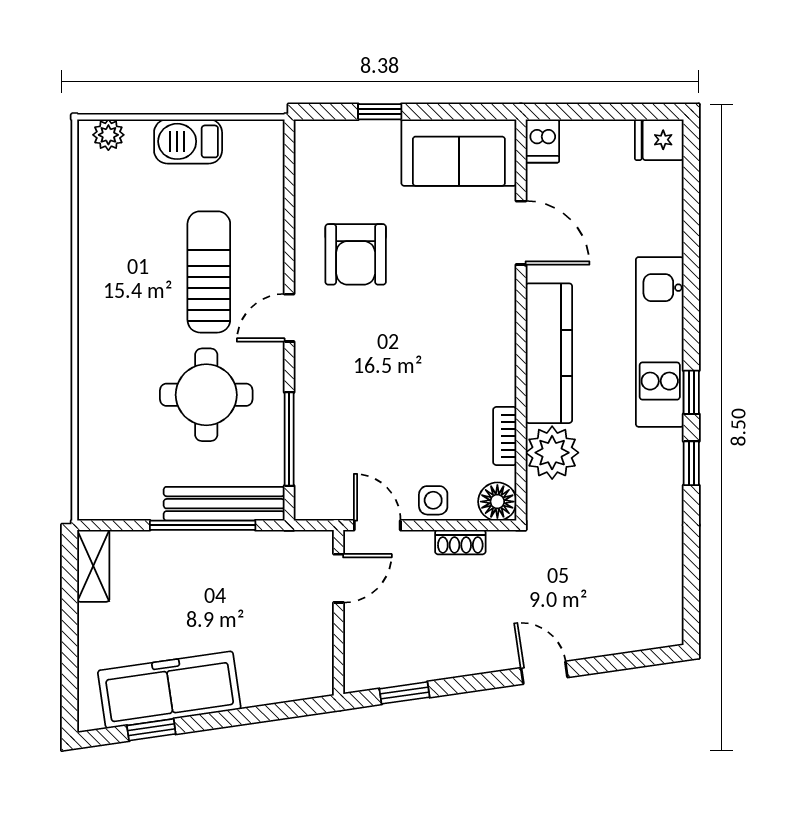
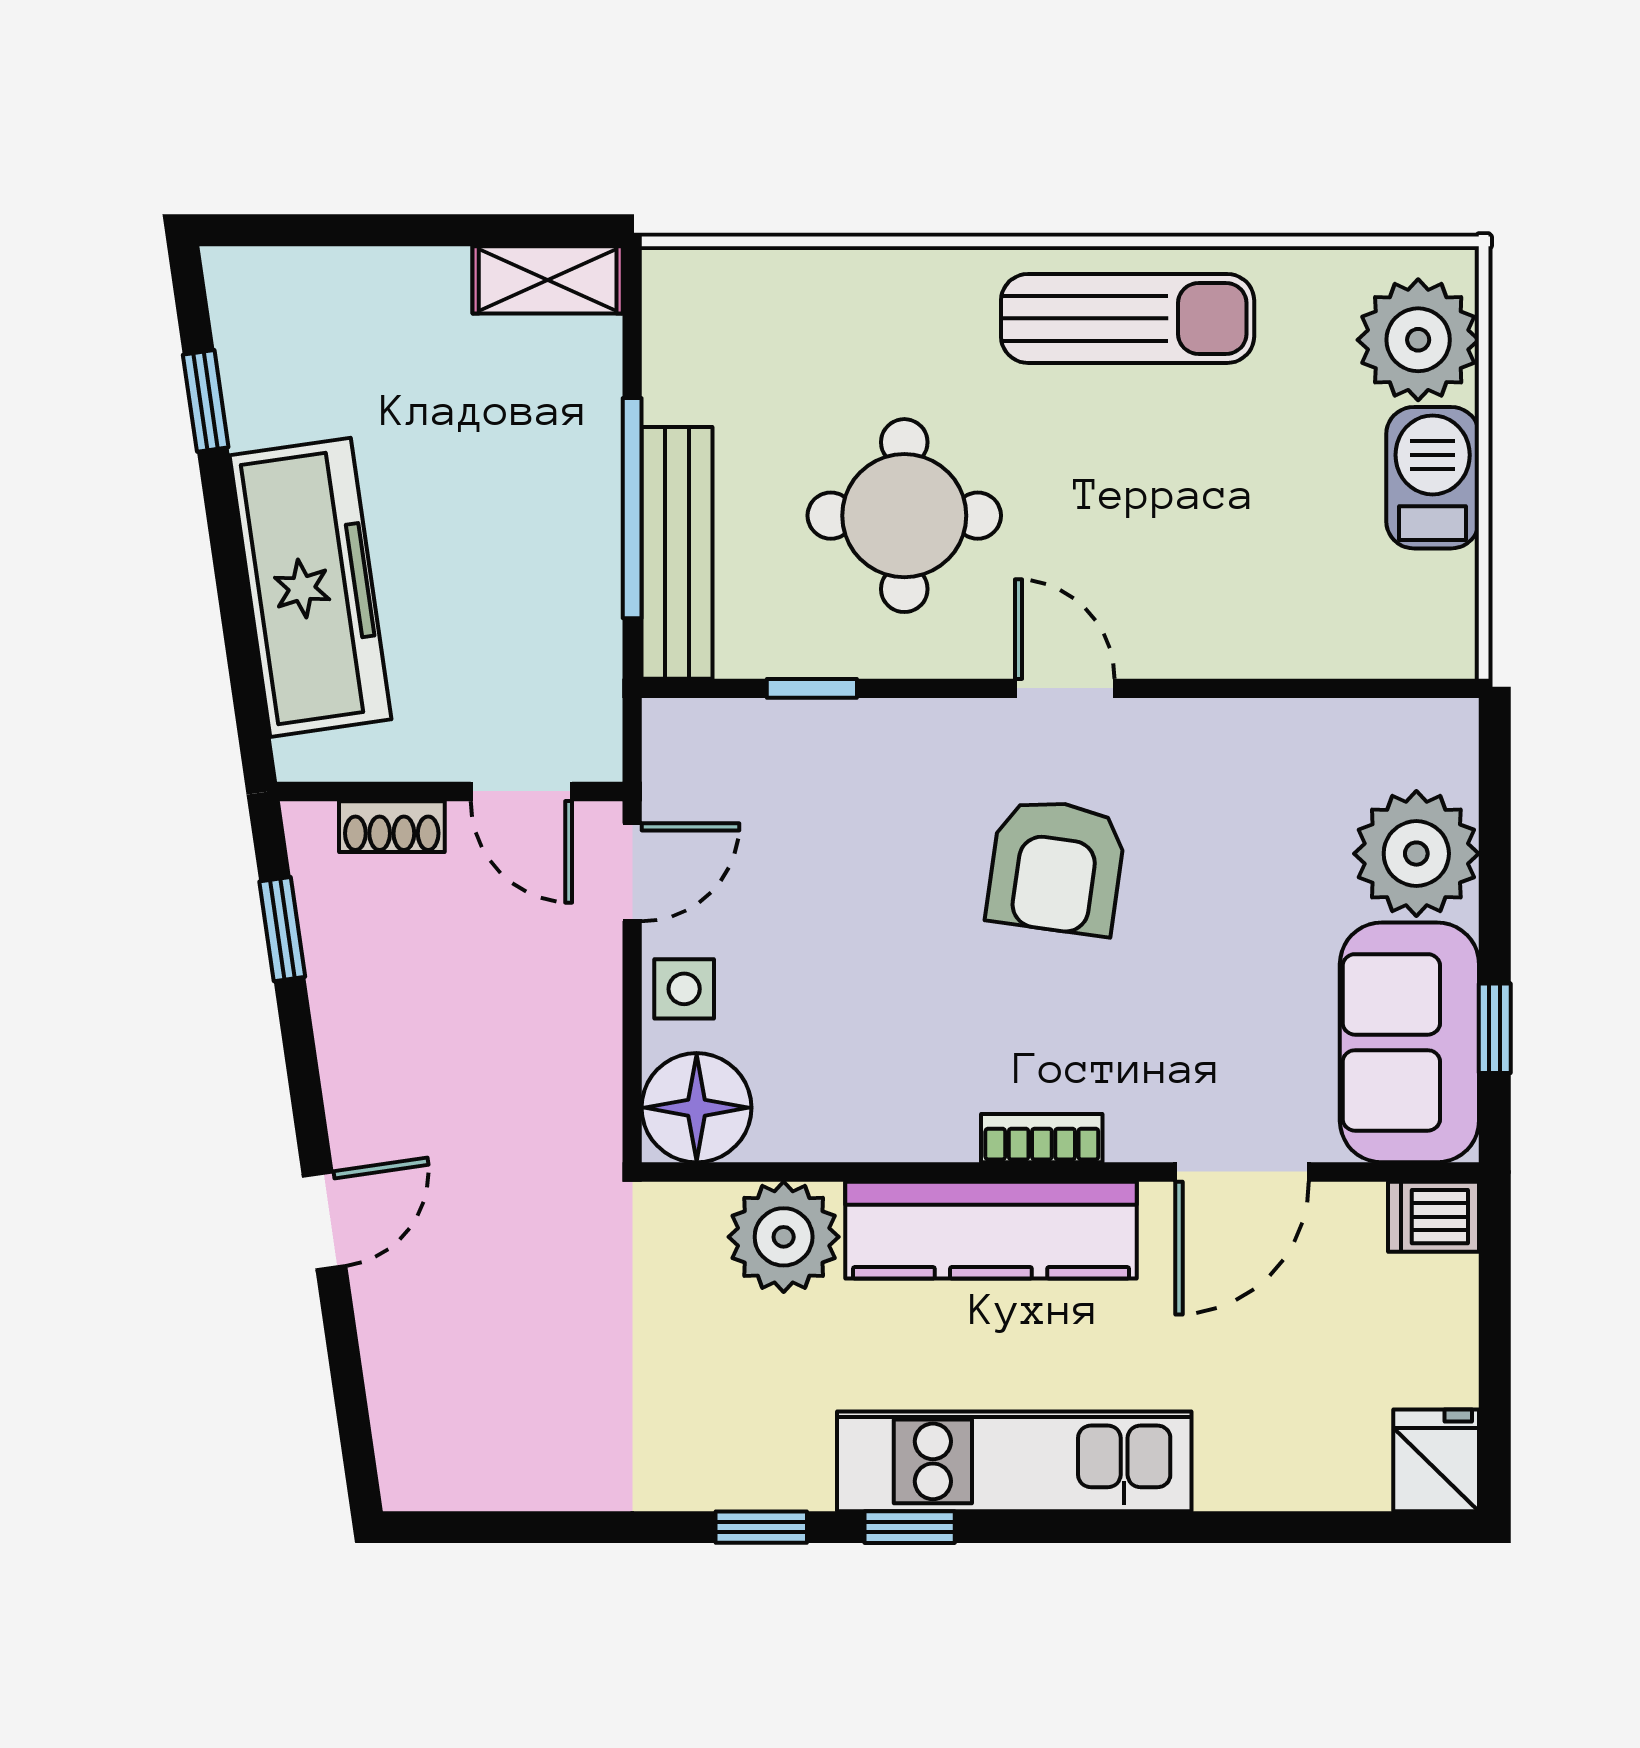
window: (380, 112) -> (1495, 1028), moved
plant: (108, 135) -> (1418, 340), width x1.88, depth x1.88
plant: (368, 149) -> (1416, 854), added
armchair: (356, 254) -> (1056, 867), moved, turned -82
sun lounger: (209, 272) -> (1128, 318), moved
bookcase: (505, 436) -> (1042, 1138), moved
window: (289, 439) -> (812, 688), width x0.46
floor lamp: (497, 502) -> (697, 1108), width x1.38, depth x1.38
shoe rack: (460, 542) -> (392, 827), moved, turned -90
freezer: (169, 690) -> (311, 587), moved

